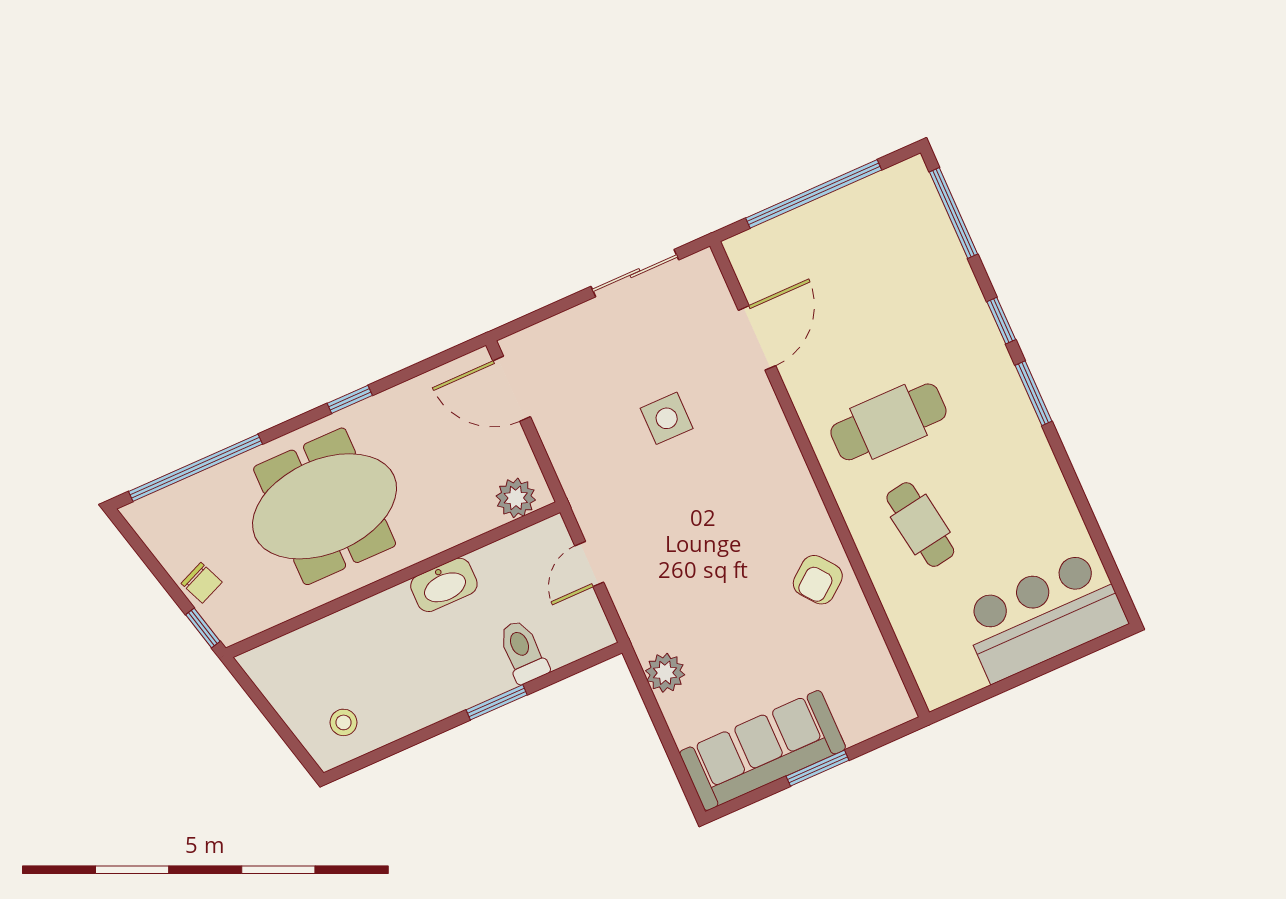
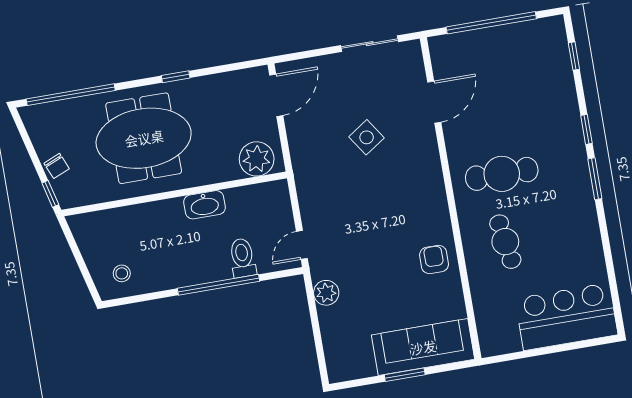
window: (954, 213) -> (574, 56), width x0.46
door: (512, 389) -> (276, 95), swing flipped
side table: (667, 418) -> (367, 137), turned -34
plant: (516, 498) -> (257, 159), width x1.36, depth x1.36
door: (589, 564) -> (302, 245), moved
armchair: (818, 580) -> (434, 260), turned 128
window: (497, 702) -> (219, 285), width x2.11
sofa: (763, 750) -> (423, 347), moved

